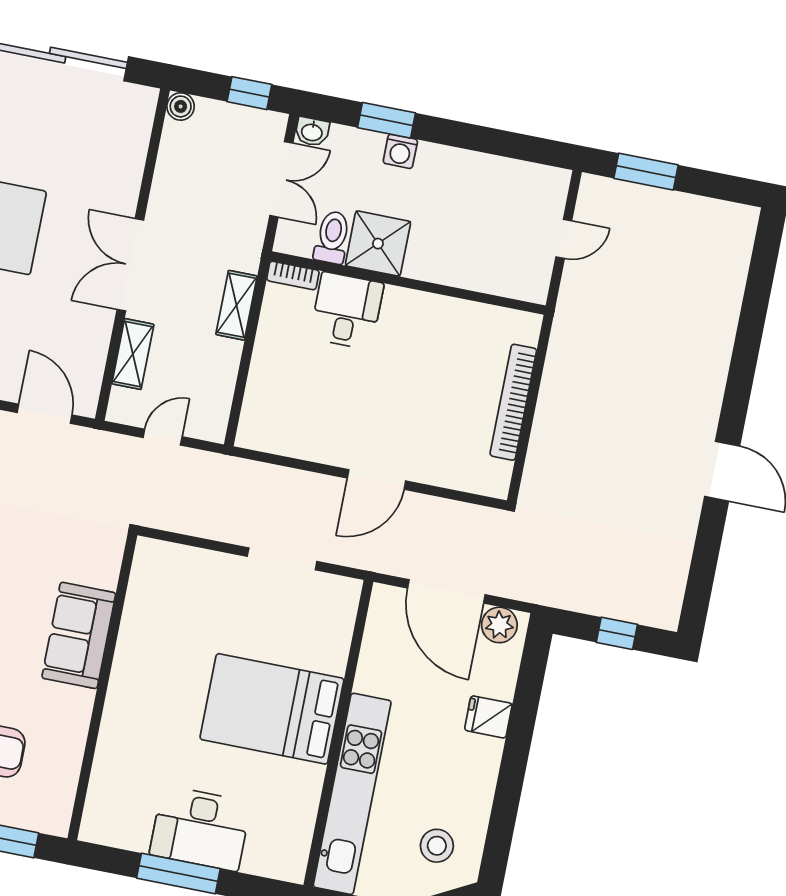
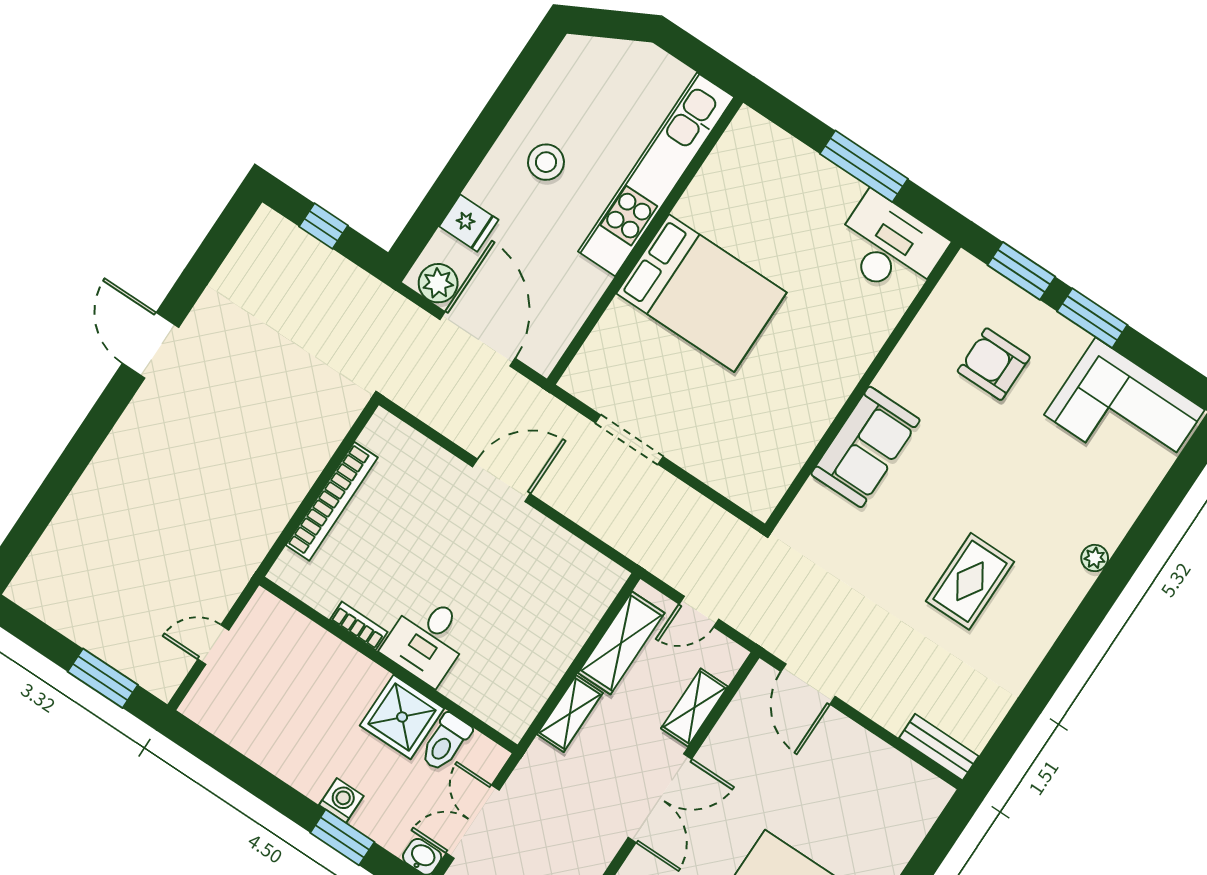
bookcase: (293, 275) -> (359, 626), moved
desk: (347, 311) -> (427, 640), moved
shelving: (218, 383) -> (621, 643), added
fridge: (488, 717) -> (469, 223), moved
desk: (200, 828) -> (889, 247), moved
stool: (437, 846) -> (546, 162), moved

